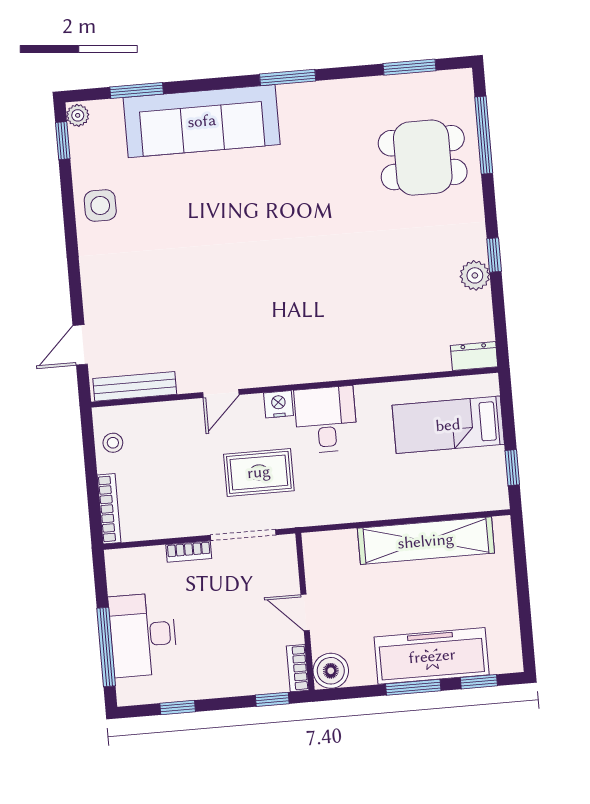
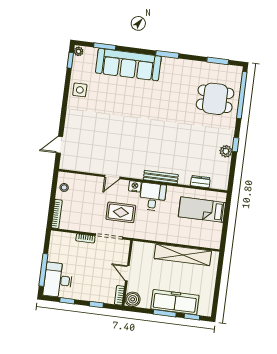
window: (484, 135) -> (242, 95), width x1.46
dresser: (474, 356) -> (200, 182), moved
bench: (135, 386) -> (161, 177), moved
window: (512, 468) -> (224, 233), removed
desk: (143, 635) -> (58, 280), moved
window: (272, 699) -> (96, 304), moved

